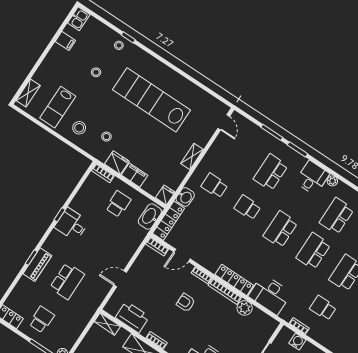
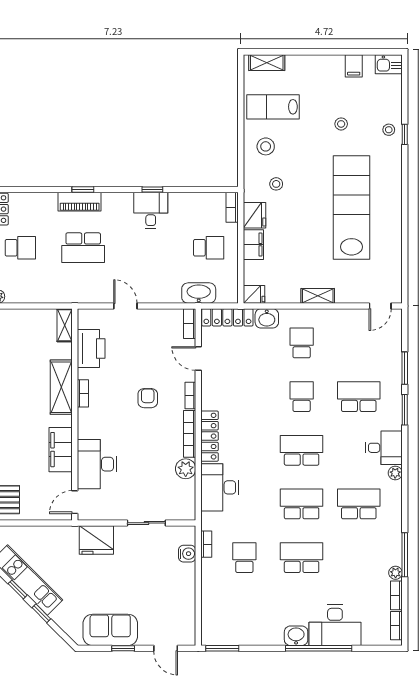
washbasin: (150, 217) -> (199, 293), moved

